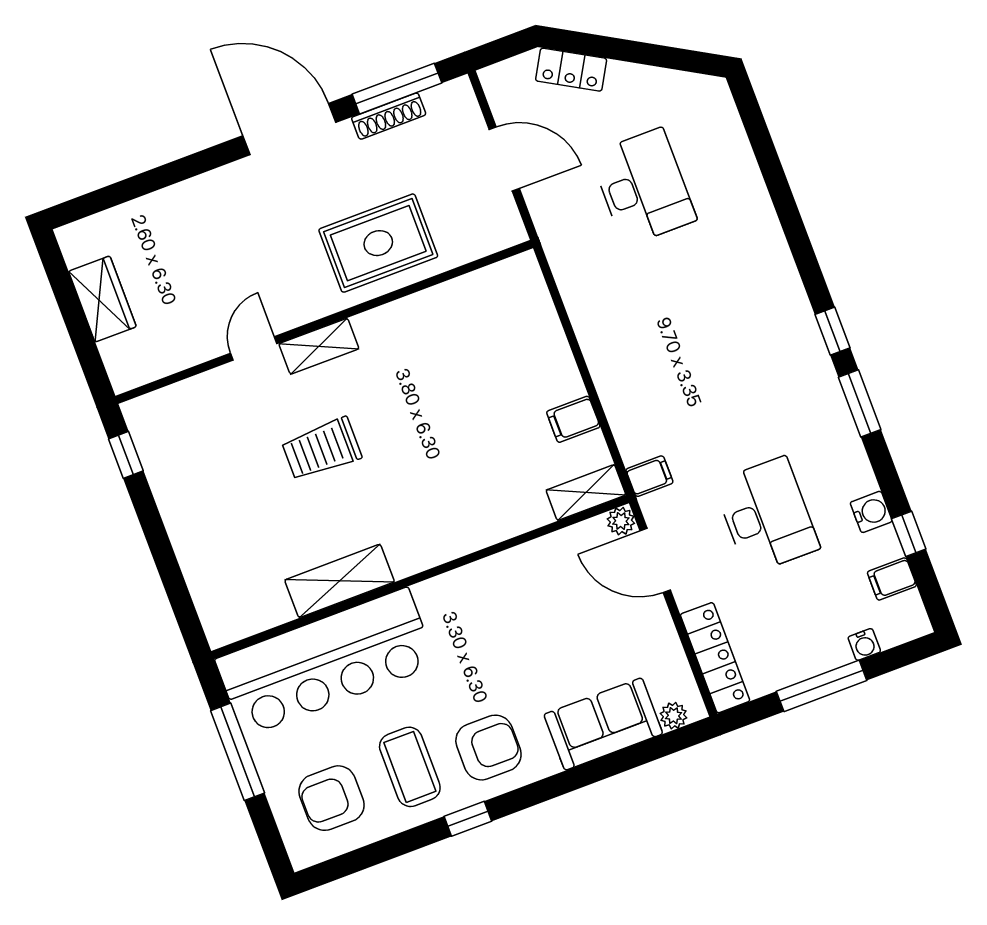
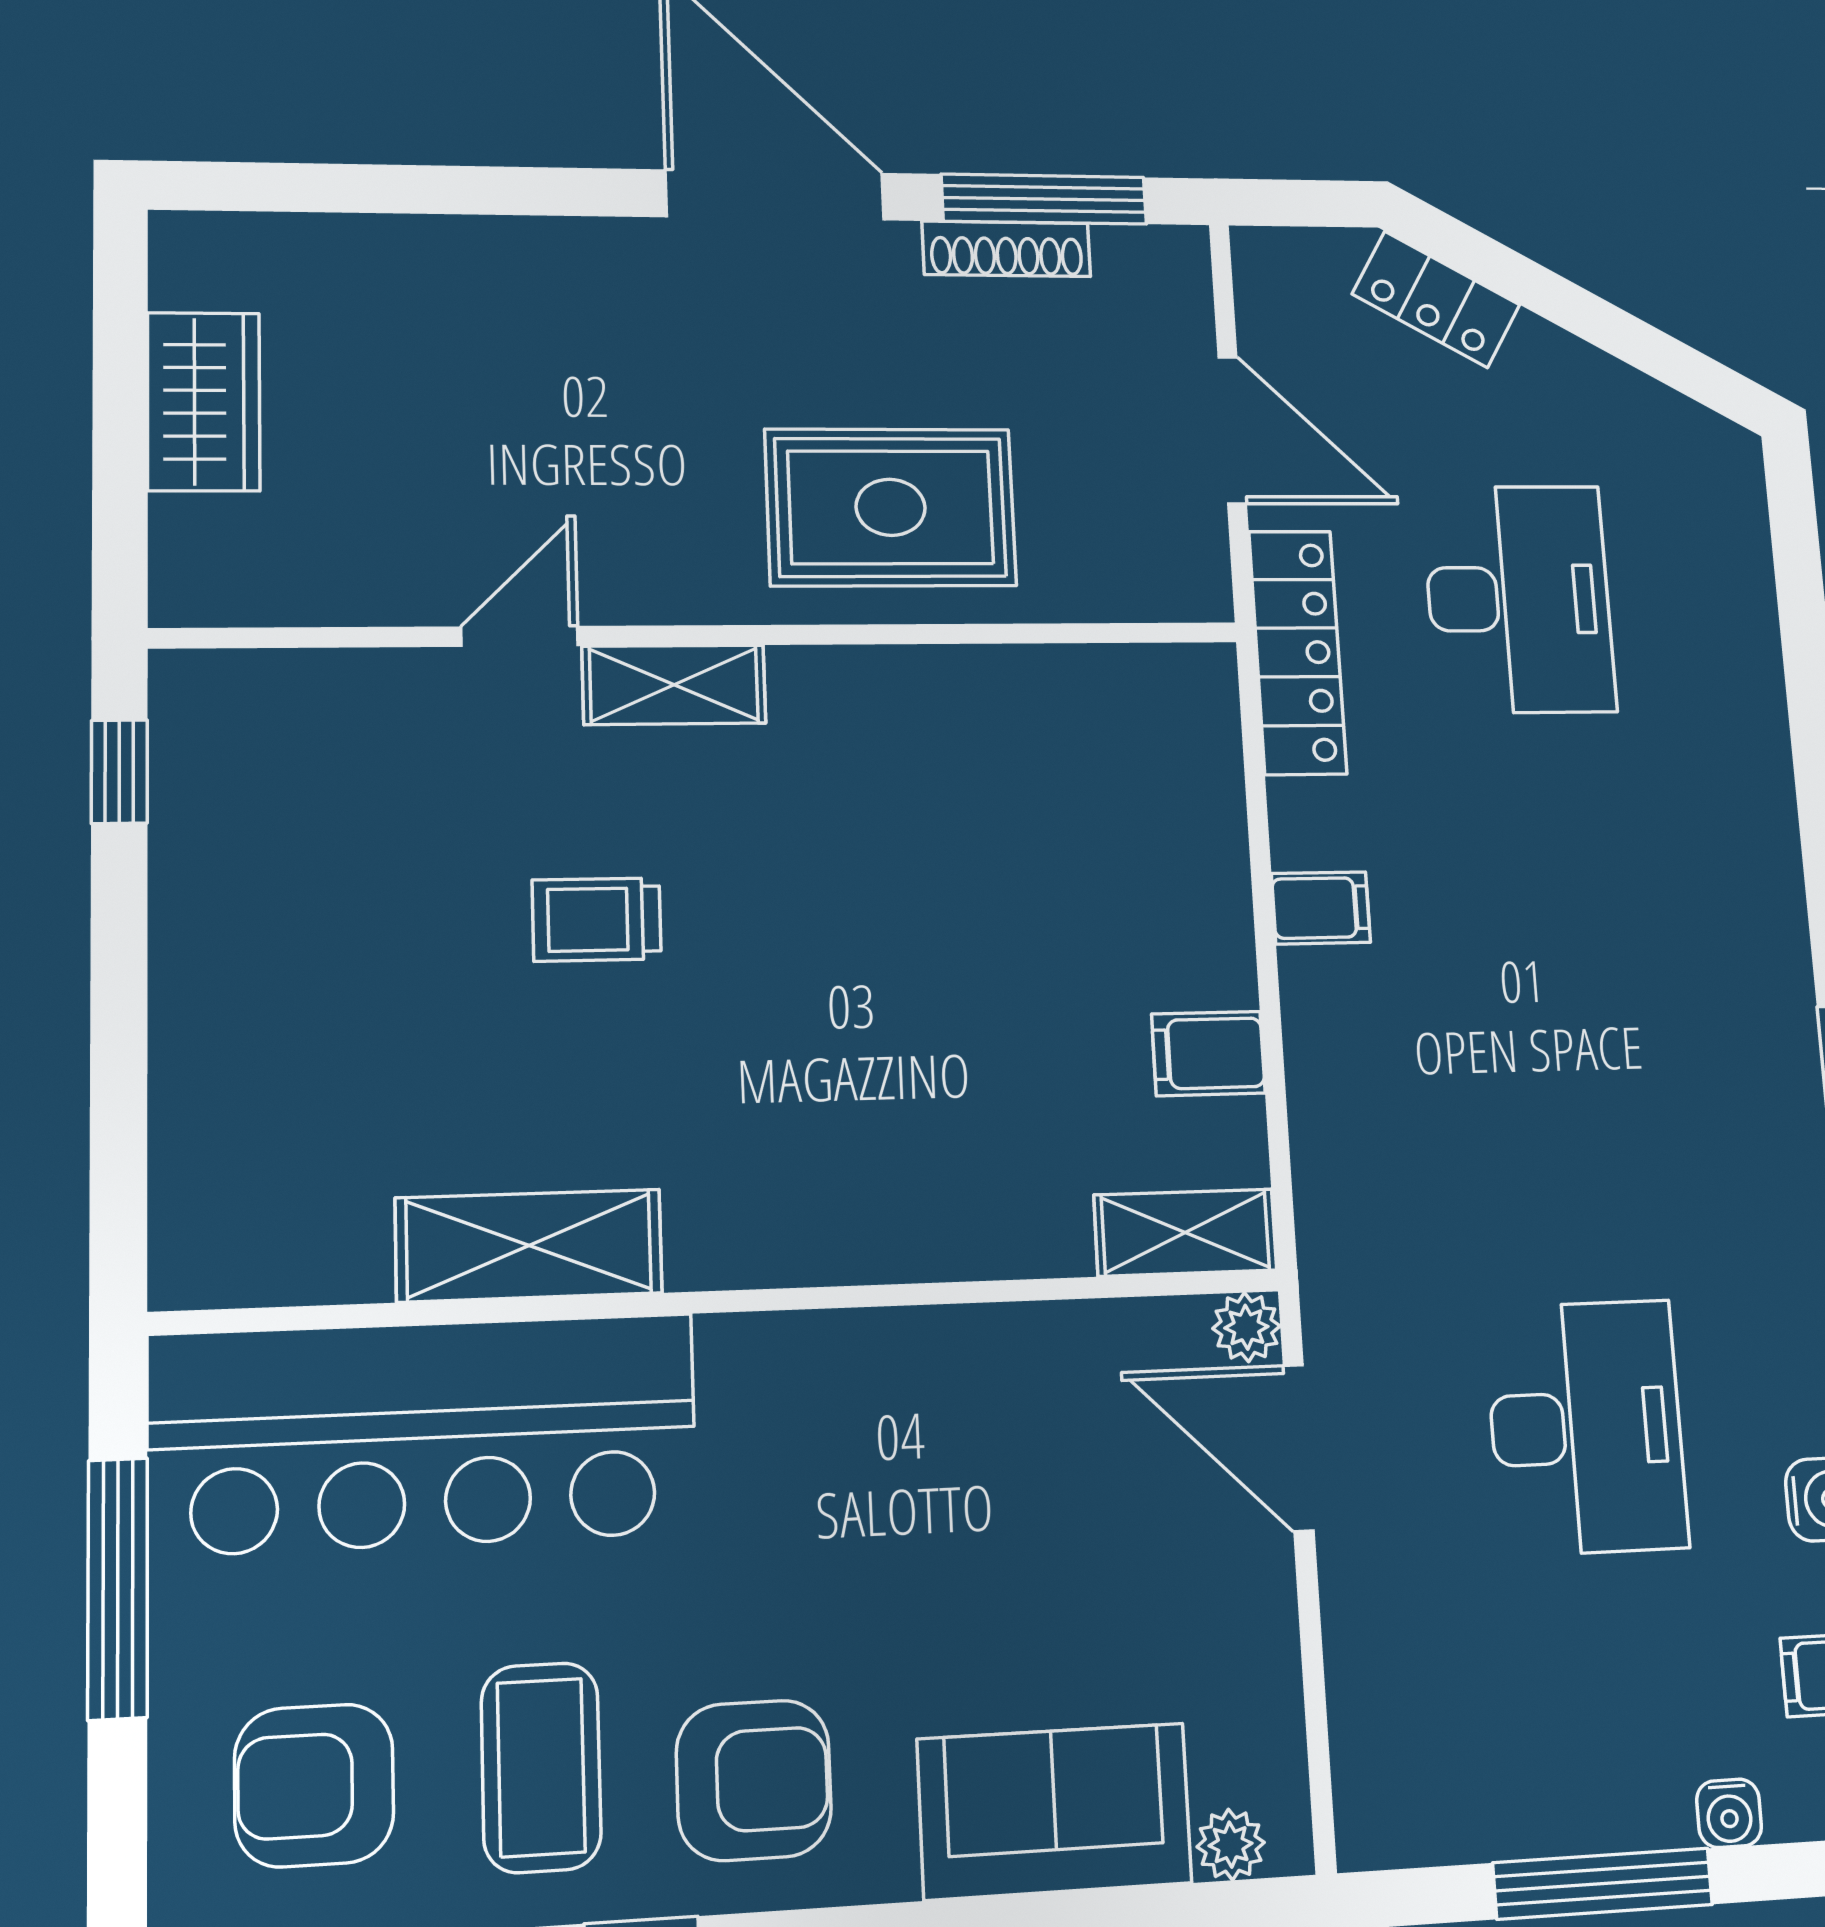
trolley: (322, 449) -> (597, 920), width x0.73, depth x0.72
filing cabinet: (649, 476) -> (1321, 908), moved
locker: (715, 658) -> (1298, 652), moved

